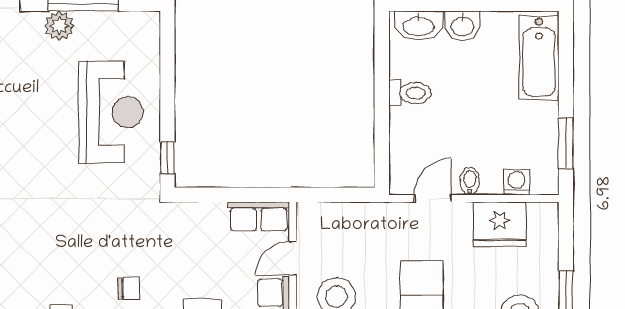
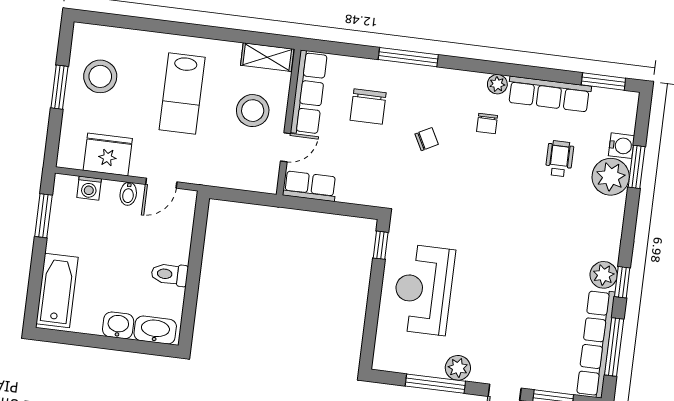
chair: (129, 289) -> (427, 139), turned 152

